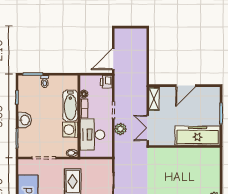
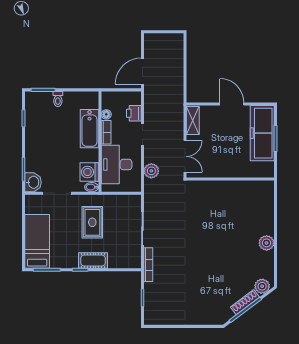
printer: (106, 82) -> (134, 113), moved
door: (186, 86) -> (232, 104), swing flipped
washbasin: (25, 120) -> (33, 182), moved
double door: (148, 128) -> (185, 156), swing flipped
plant: (120, 129) -> (151, 171), moved
washing machine: (70, 130) -> (89, 172), moved
freezer: (198, 136) -> (262, 133), moved, turned -90

